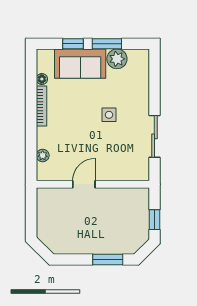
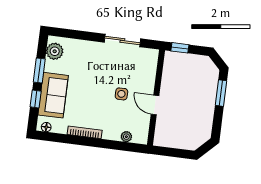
plant: (117, 59) -> (55, 51), moved
floor lamp: (42, 79) -> (46, 127), moved
side table: (109, 115) -> (121, 94), moved
window: (154, 220) -> (180, 48), moved

